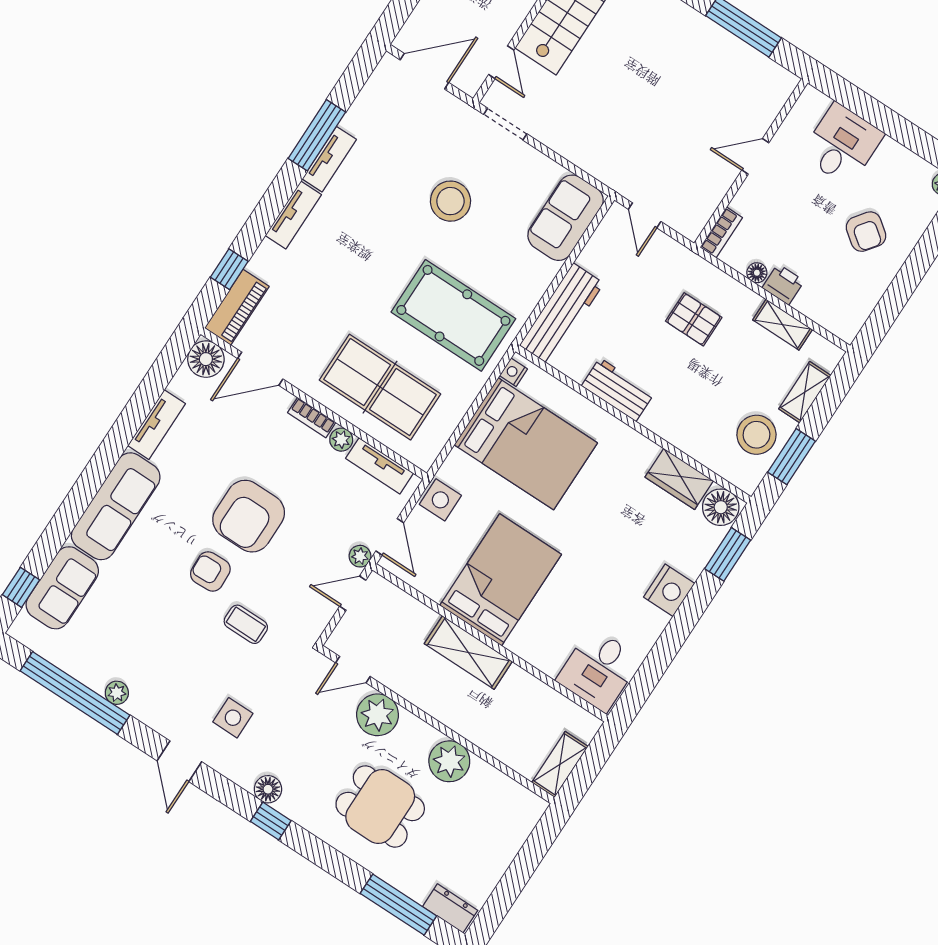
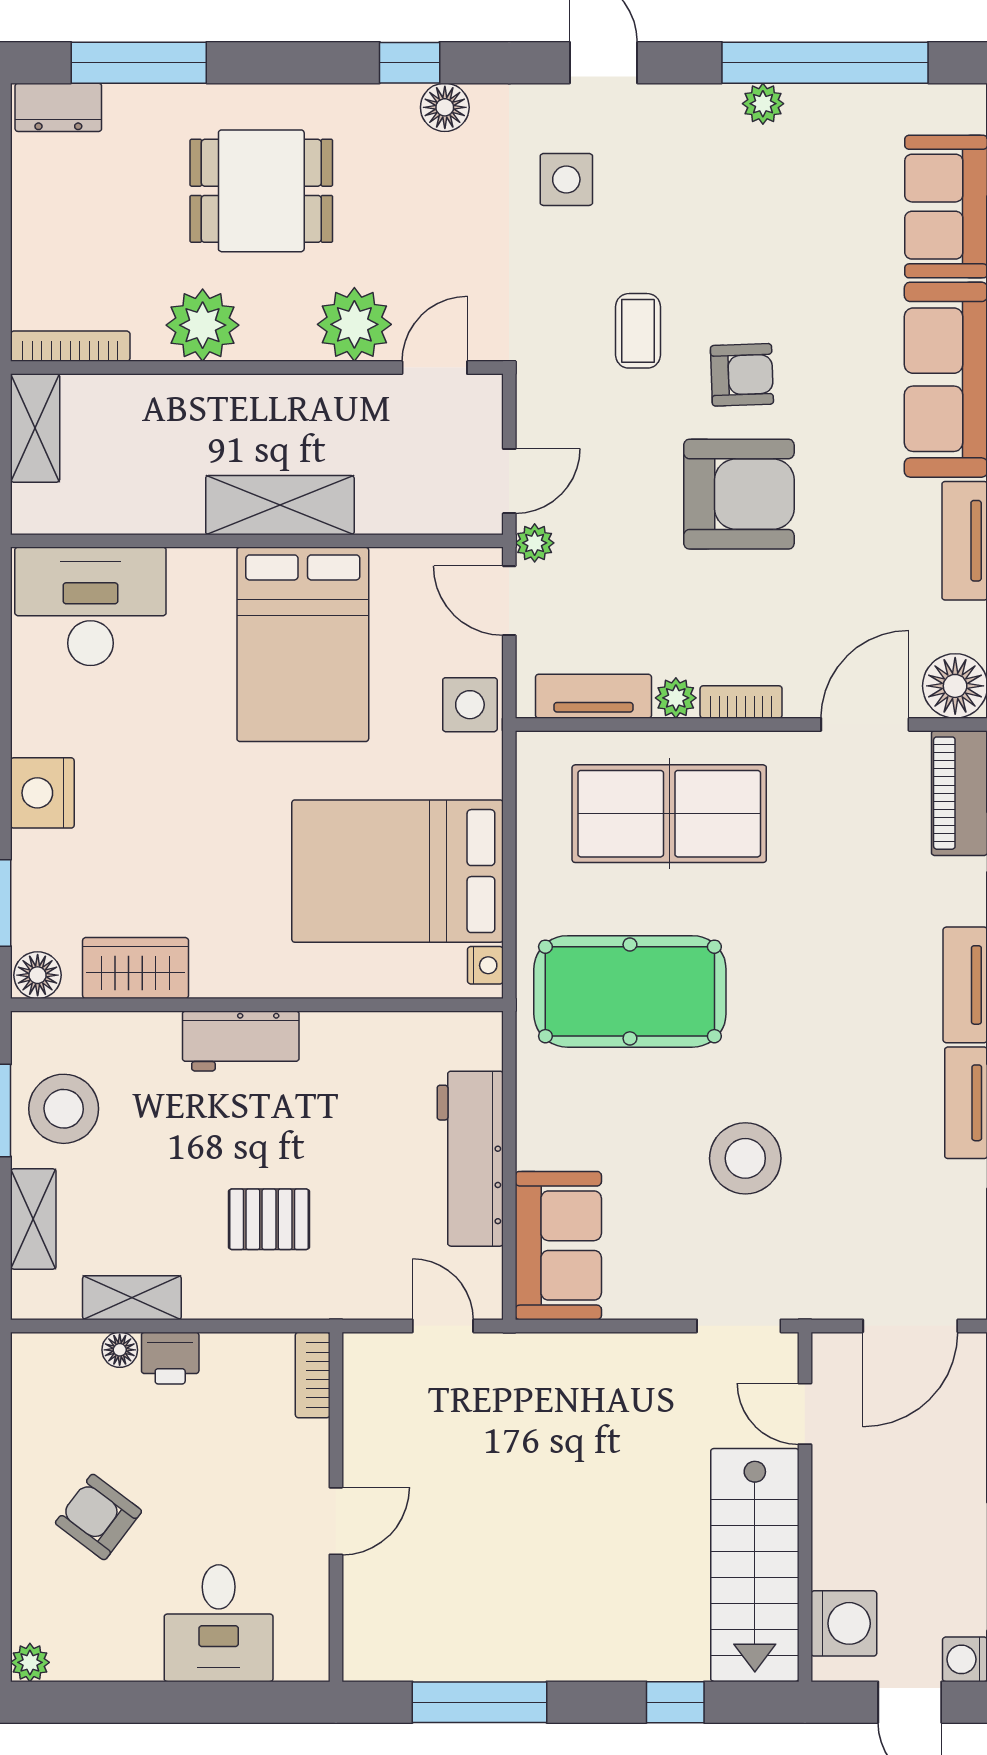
floor lamp: (757, 273) -> (120, 1350), moved
workbench: (562, 314) -> (470, 1159), moved
workbench: (618, 390) -> (241, 1041), moved
floor lamp: (721, 507) -> (38, 975), width x0.73, depth x0.73
armchair: (249, 516) -> (739, 494), turned 90
coffee table: (246, 624) -> (638, 331), turned 90
desk: (599, 670) -> (90, 606), width x1.37
bookcase: (518, 792) -> (70, 346), added

